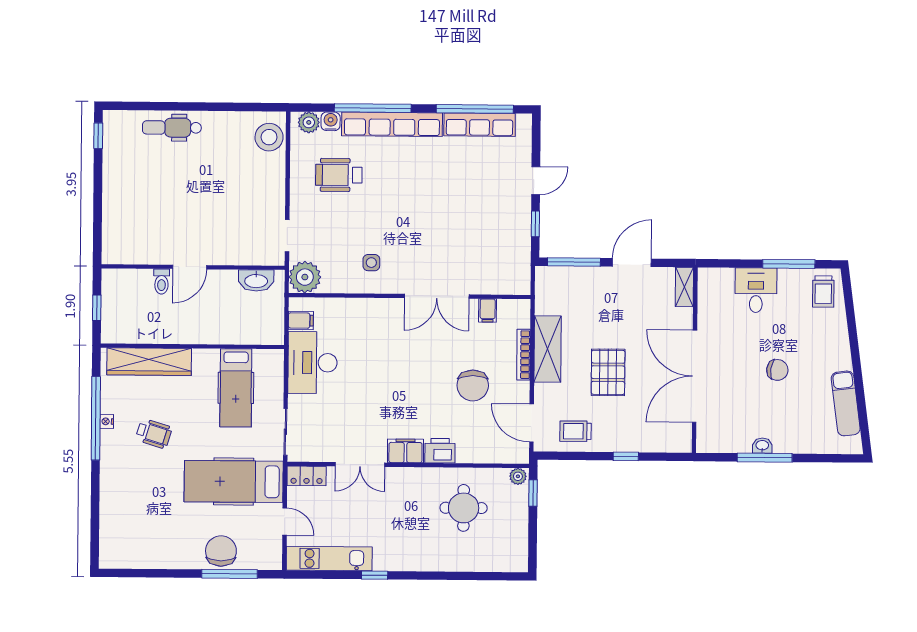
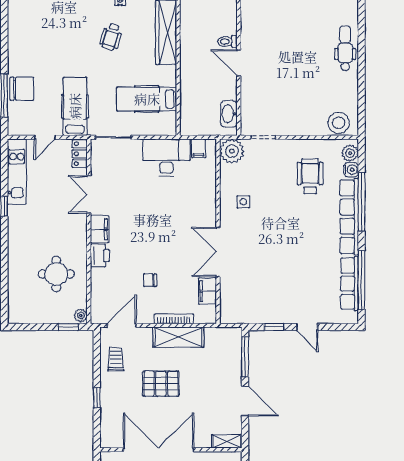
filing cabinet: (488, 311) -> (207, 291), width x2.00
chair: (473, 385) -> (150, 280), width x0.54, depth x0.54
hospital bed: (234, 481) -> (75, 106), width x0.73, depth x0.78

